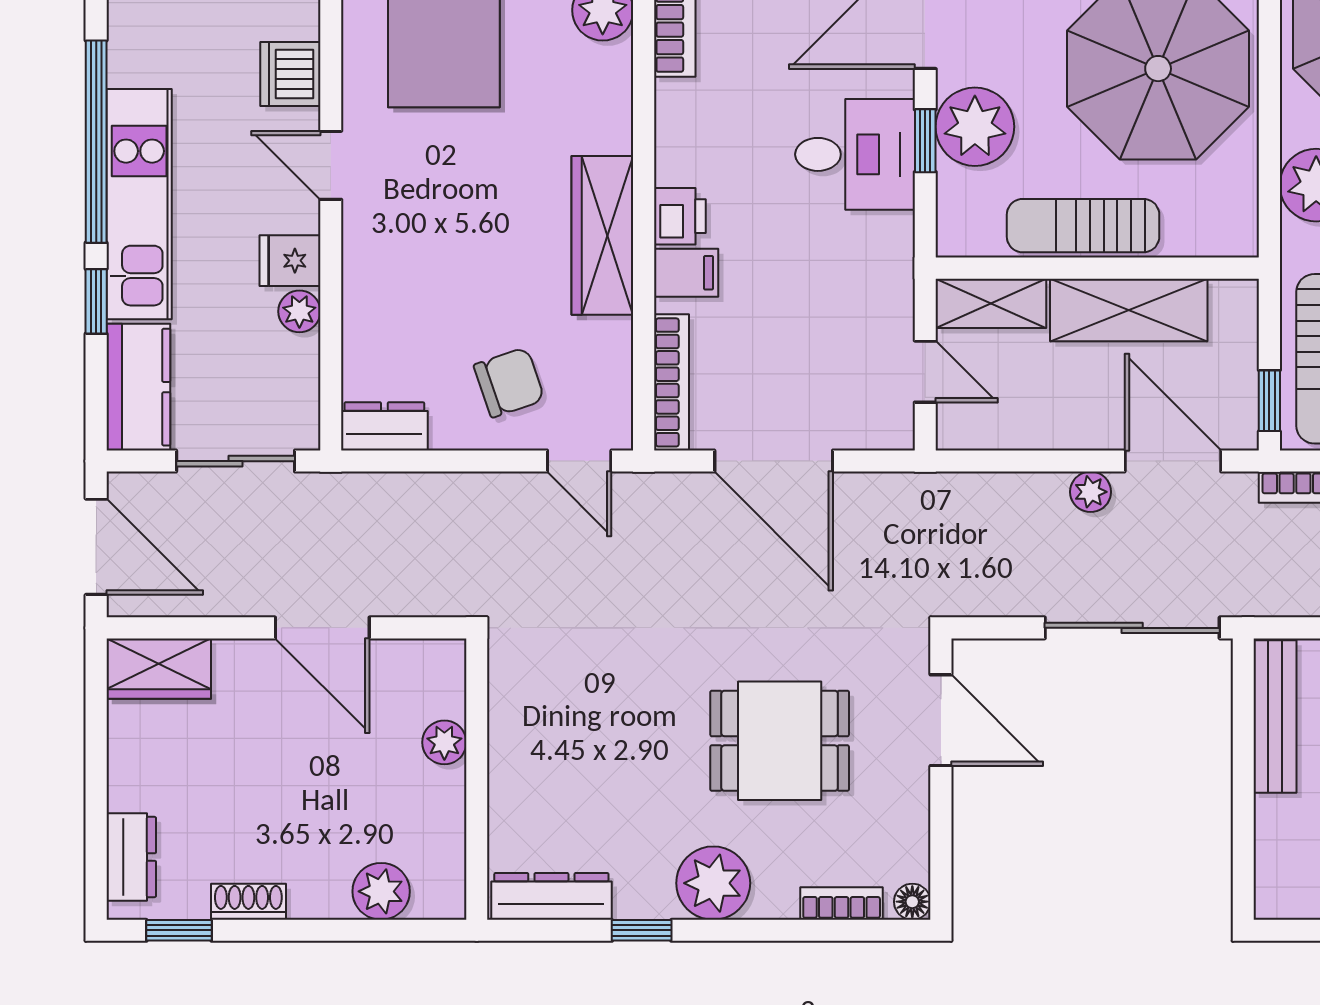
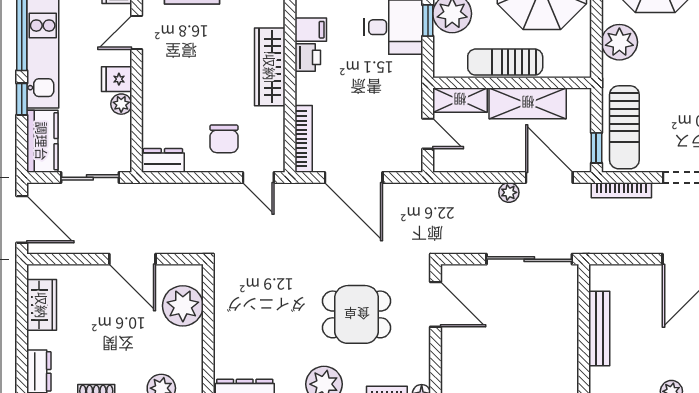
door: (331, 165) -> (137, 32), hinge flipped
filing cabinet: (686, 273) -> (311, 30), moved
chair: (509, 382) -> (224, 139), turned 109
wardrobe: (159, 669) -> (42, 305), moved, turned -90
bench: (1275, 716) -> (599, 328), moved
plant: (444, 742) -> (183, 306), width x1.88, depth x1.88

